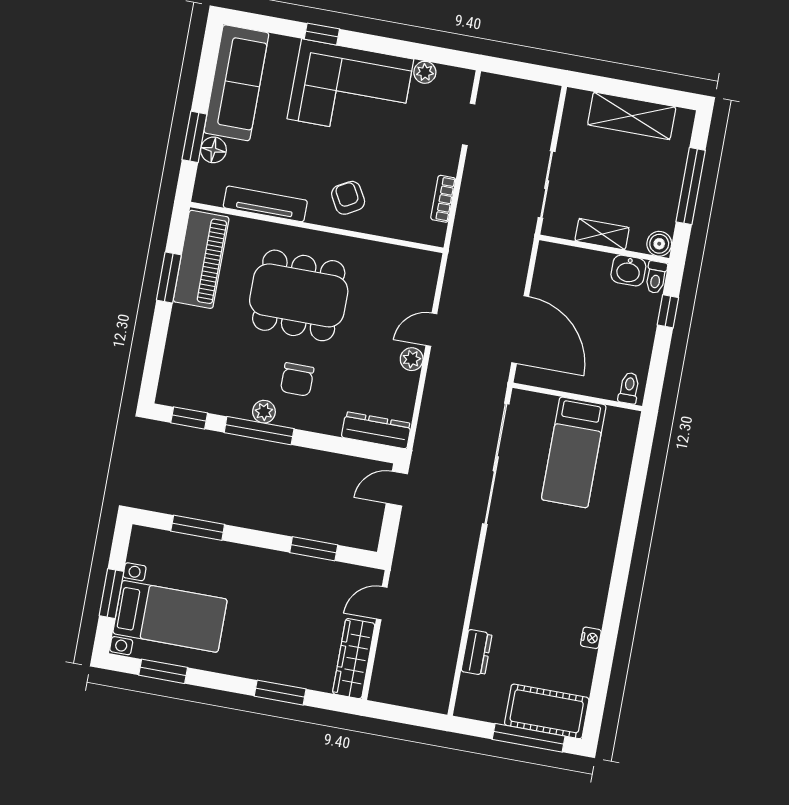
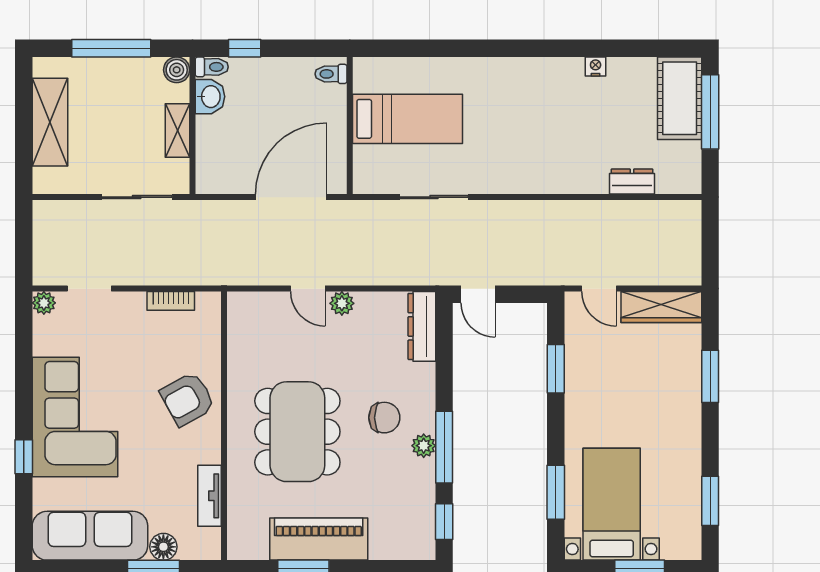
plant: (425, 72) -> (44, 303), moved
armchair: (348, 198) -> (188, 399), width x1.38, depth x1.38
tv unit: (265, 204) -> (209, 496), width x0.71
piano: (201, 259) -> (319, 539), moved
sliding door: (496, 464) -> (434, 197), width x0.54
bed with nightstands: (170, 616) -> (612, 504), moved

